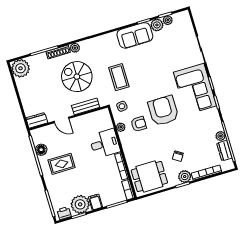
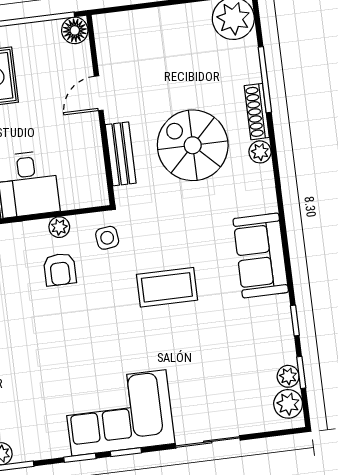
plant: (157, 25) -> (288, 404), moved
sofa: (135, 35) -> (261, 256), moved
spiral stairs: (77, 77) -> (193, 145), turned -90
coffee table: (119, 77) -> (167, 287), moved
armchair: (163, 111) -> (81, 331), removed
dresser: (37, 120) -> (107, 36), removed
floor lamp: (41, 150) -> (75, 30), moved

